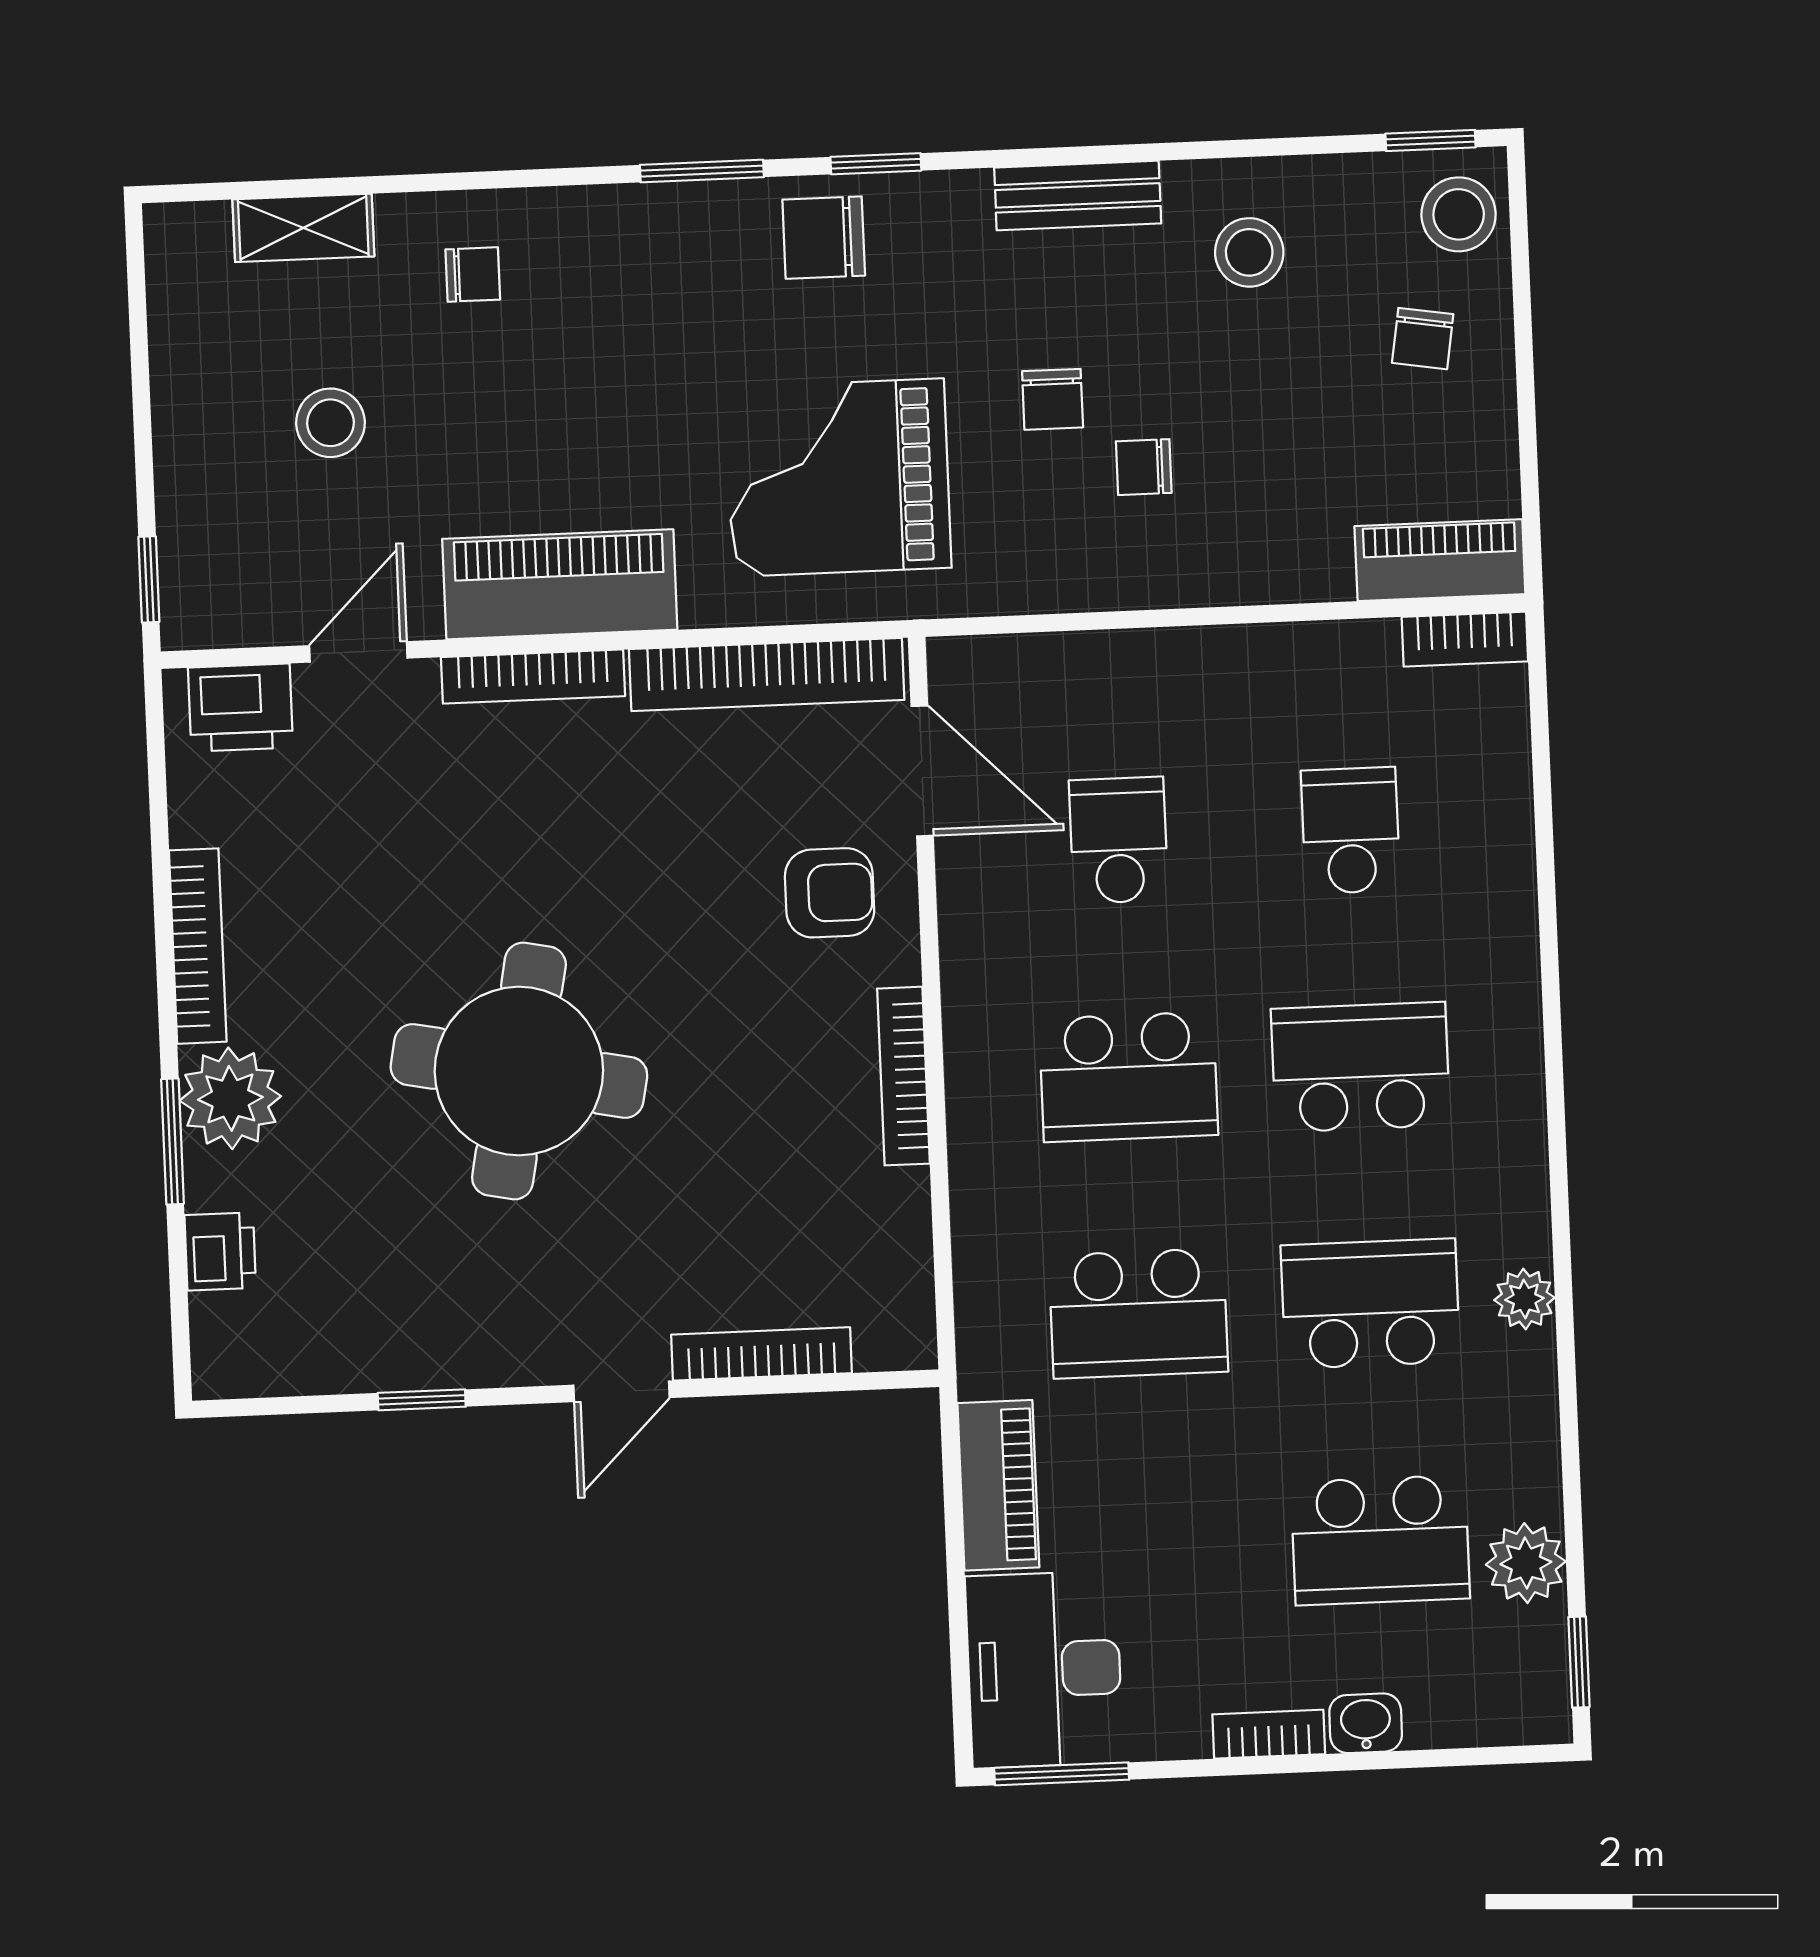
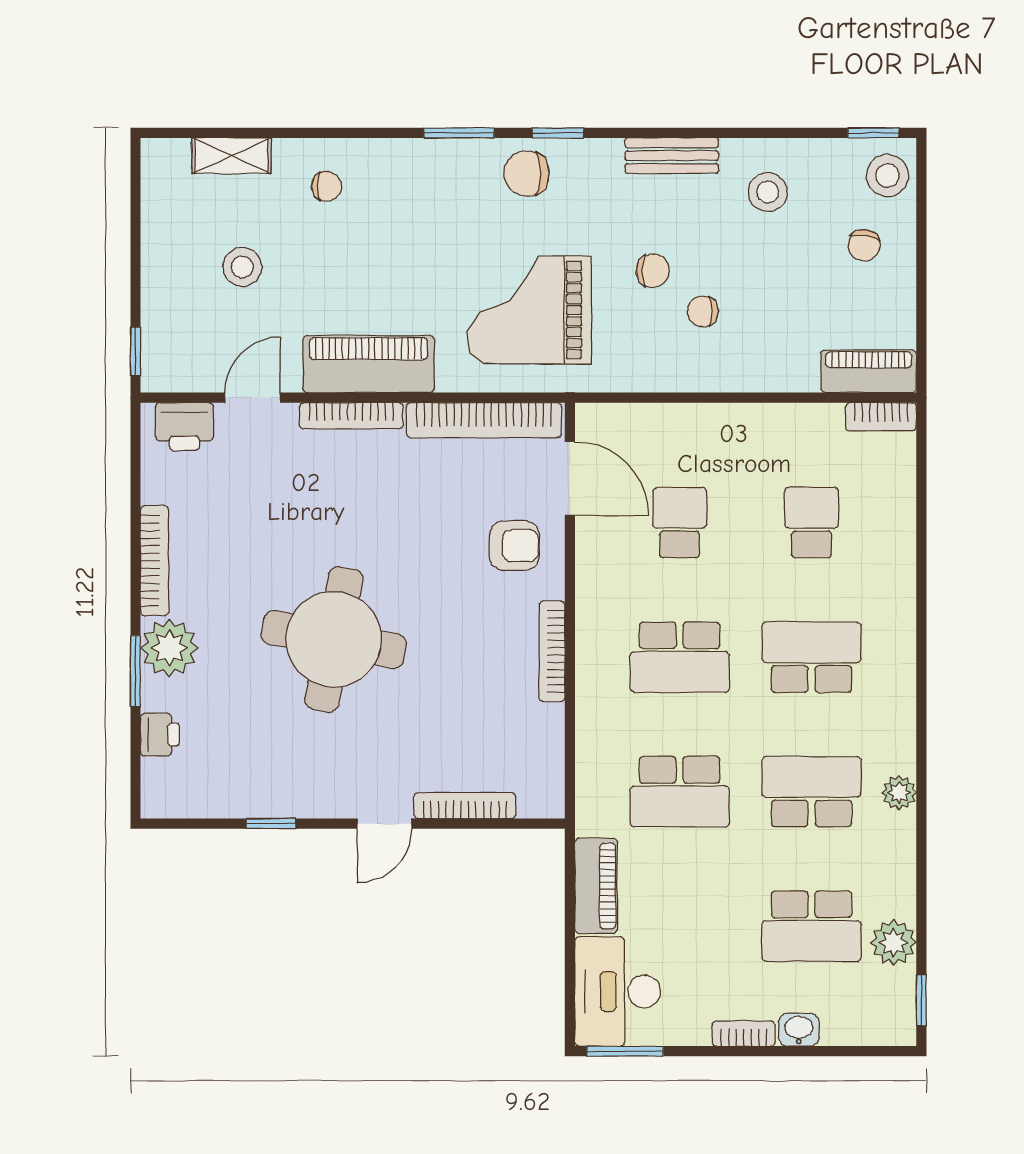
chair: (1053, 399) -> (653, 271), turned -90

